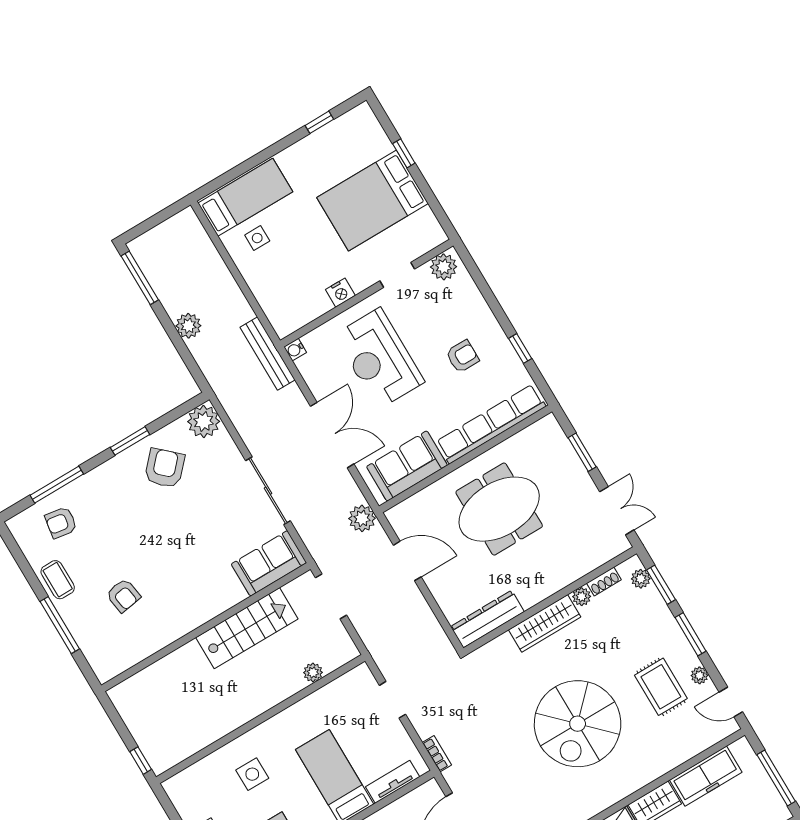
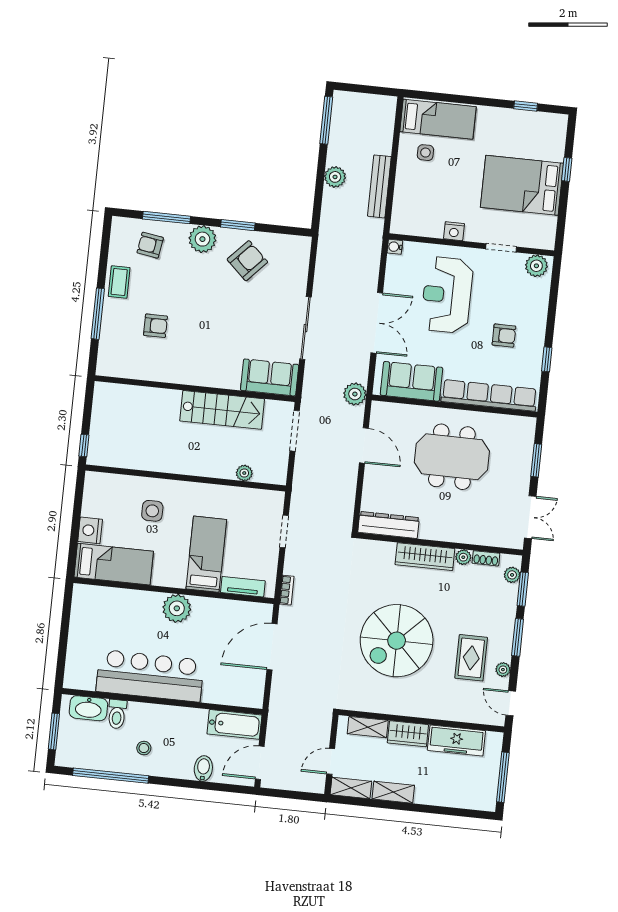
bench: (268, 354) -> (379, 186), moved
plant: (204, 421) -> (202, 239), moved
armchair: (123, 595) -> (155, 326), turned -81

